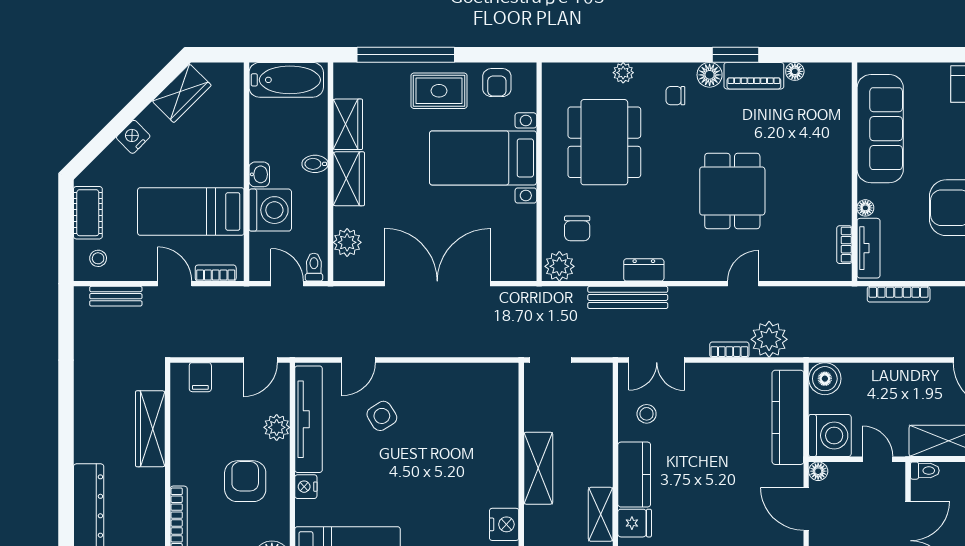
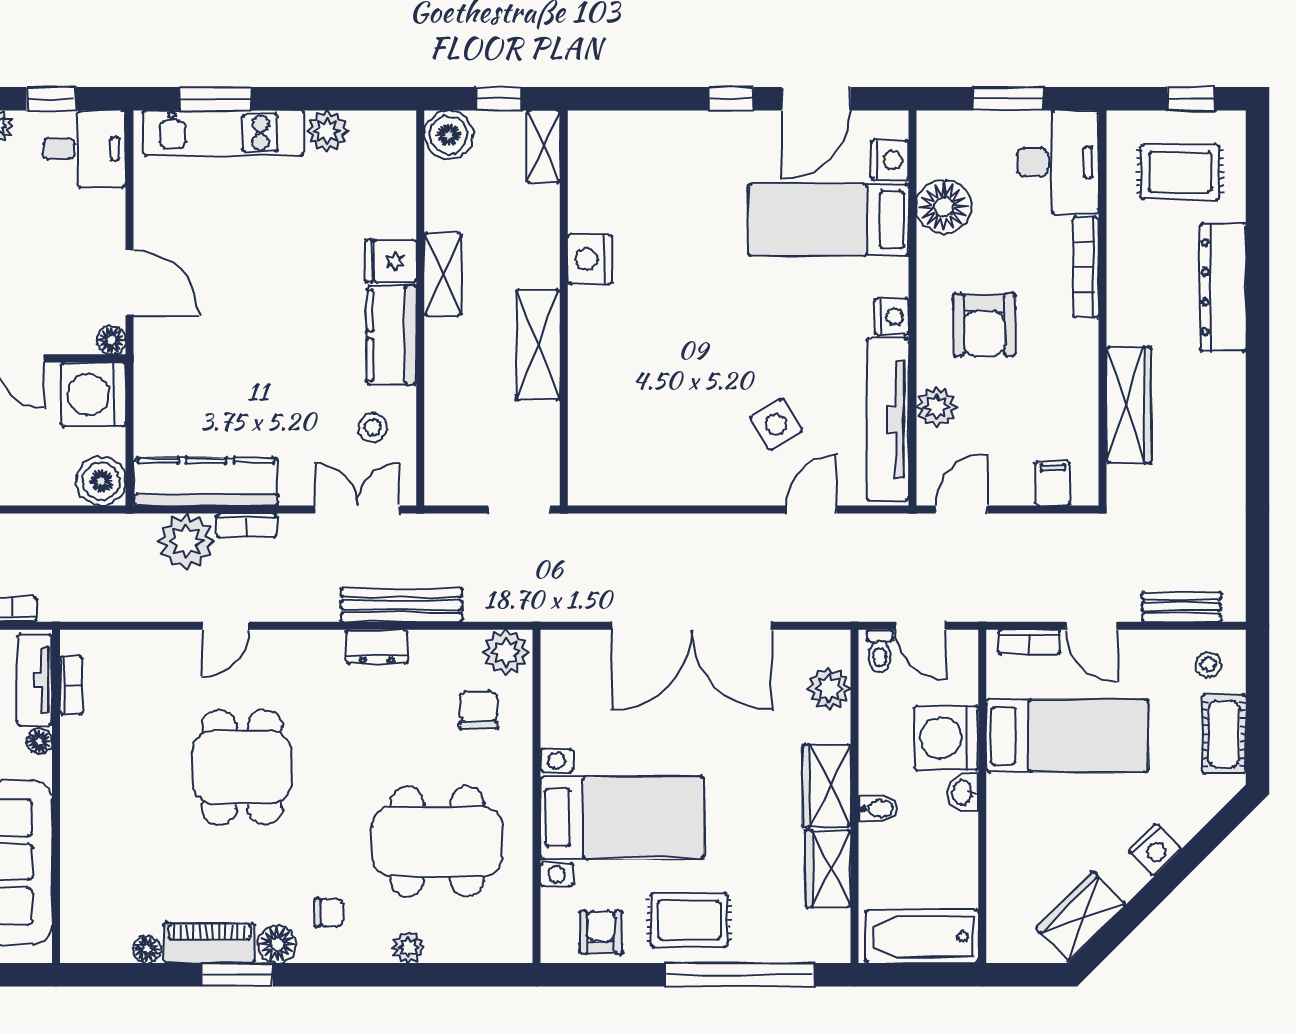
dining table: (604, 142) -> (437, 841), turned 90
kitchen counter: (788, 417) -> (206, 482), moved, turned -90

